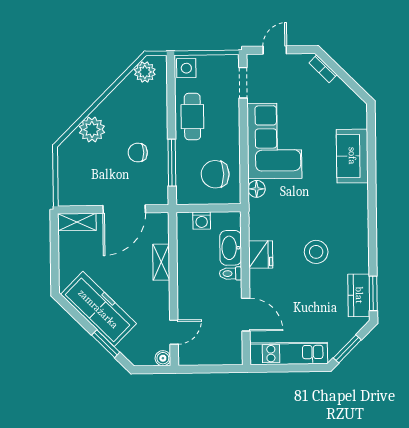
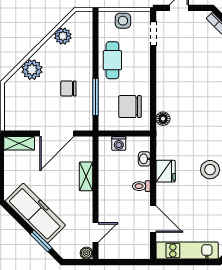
side table: (186, 68) -> (123, 21), moved
plant: (145, 72) -> (63, 36), moved
corner sofa: (274, 141) -> (178, 80), removed
washbasin: (231, 248) -> (144, 159), width x0.52, depth x0.69

